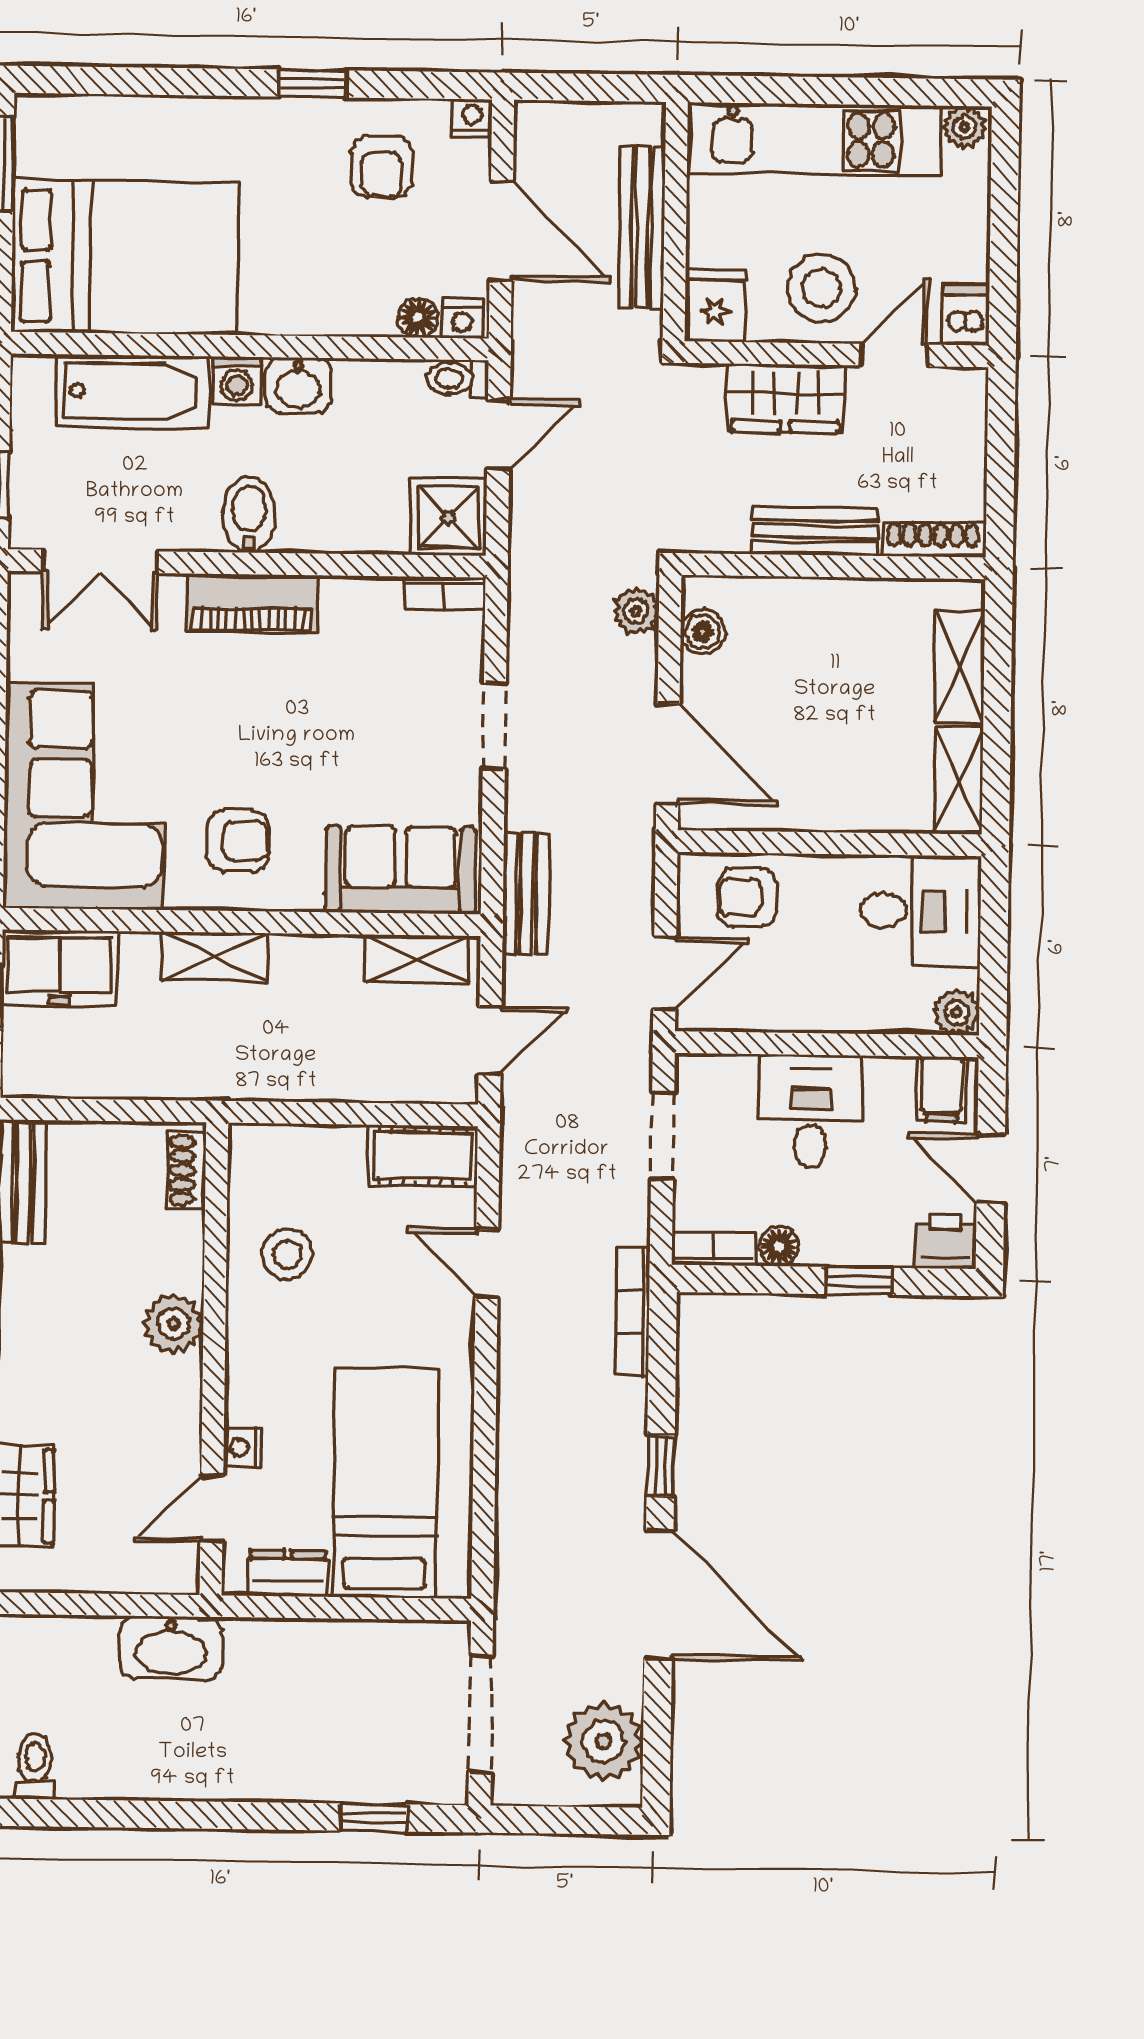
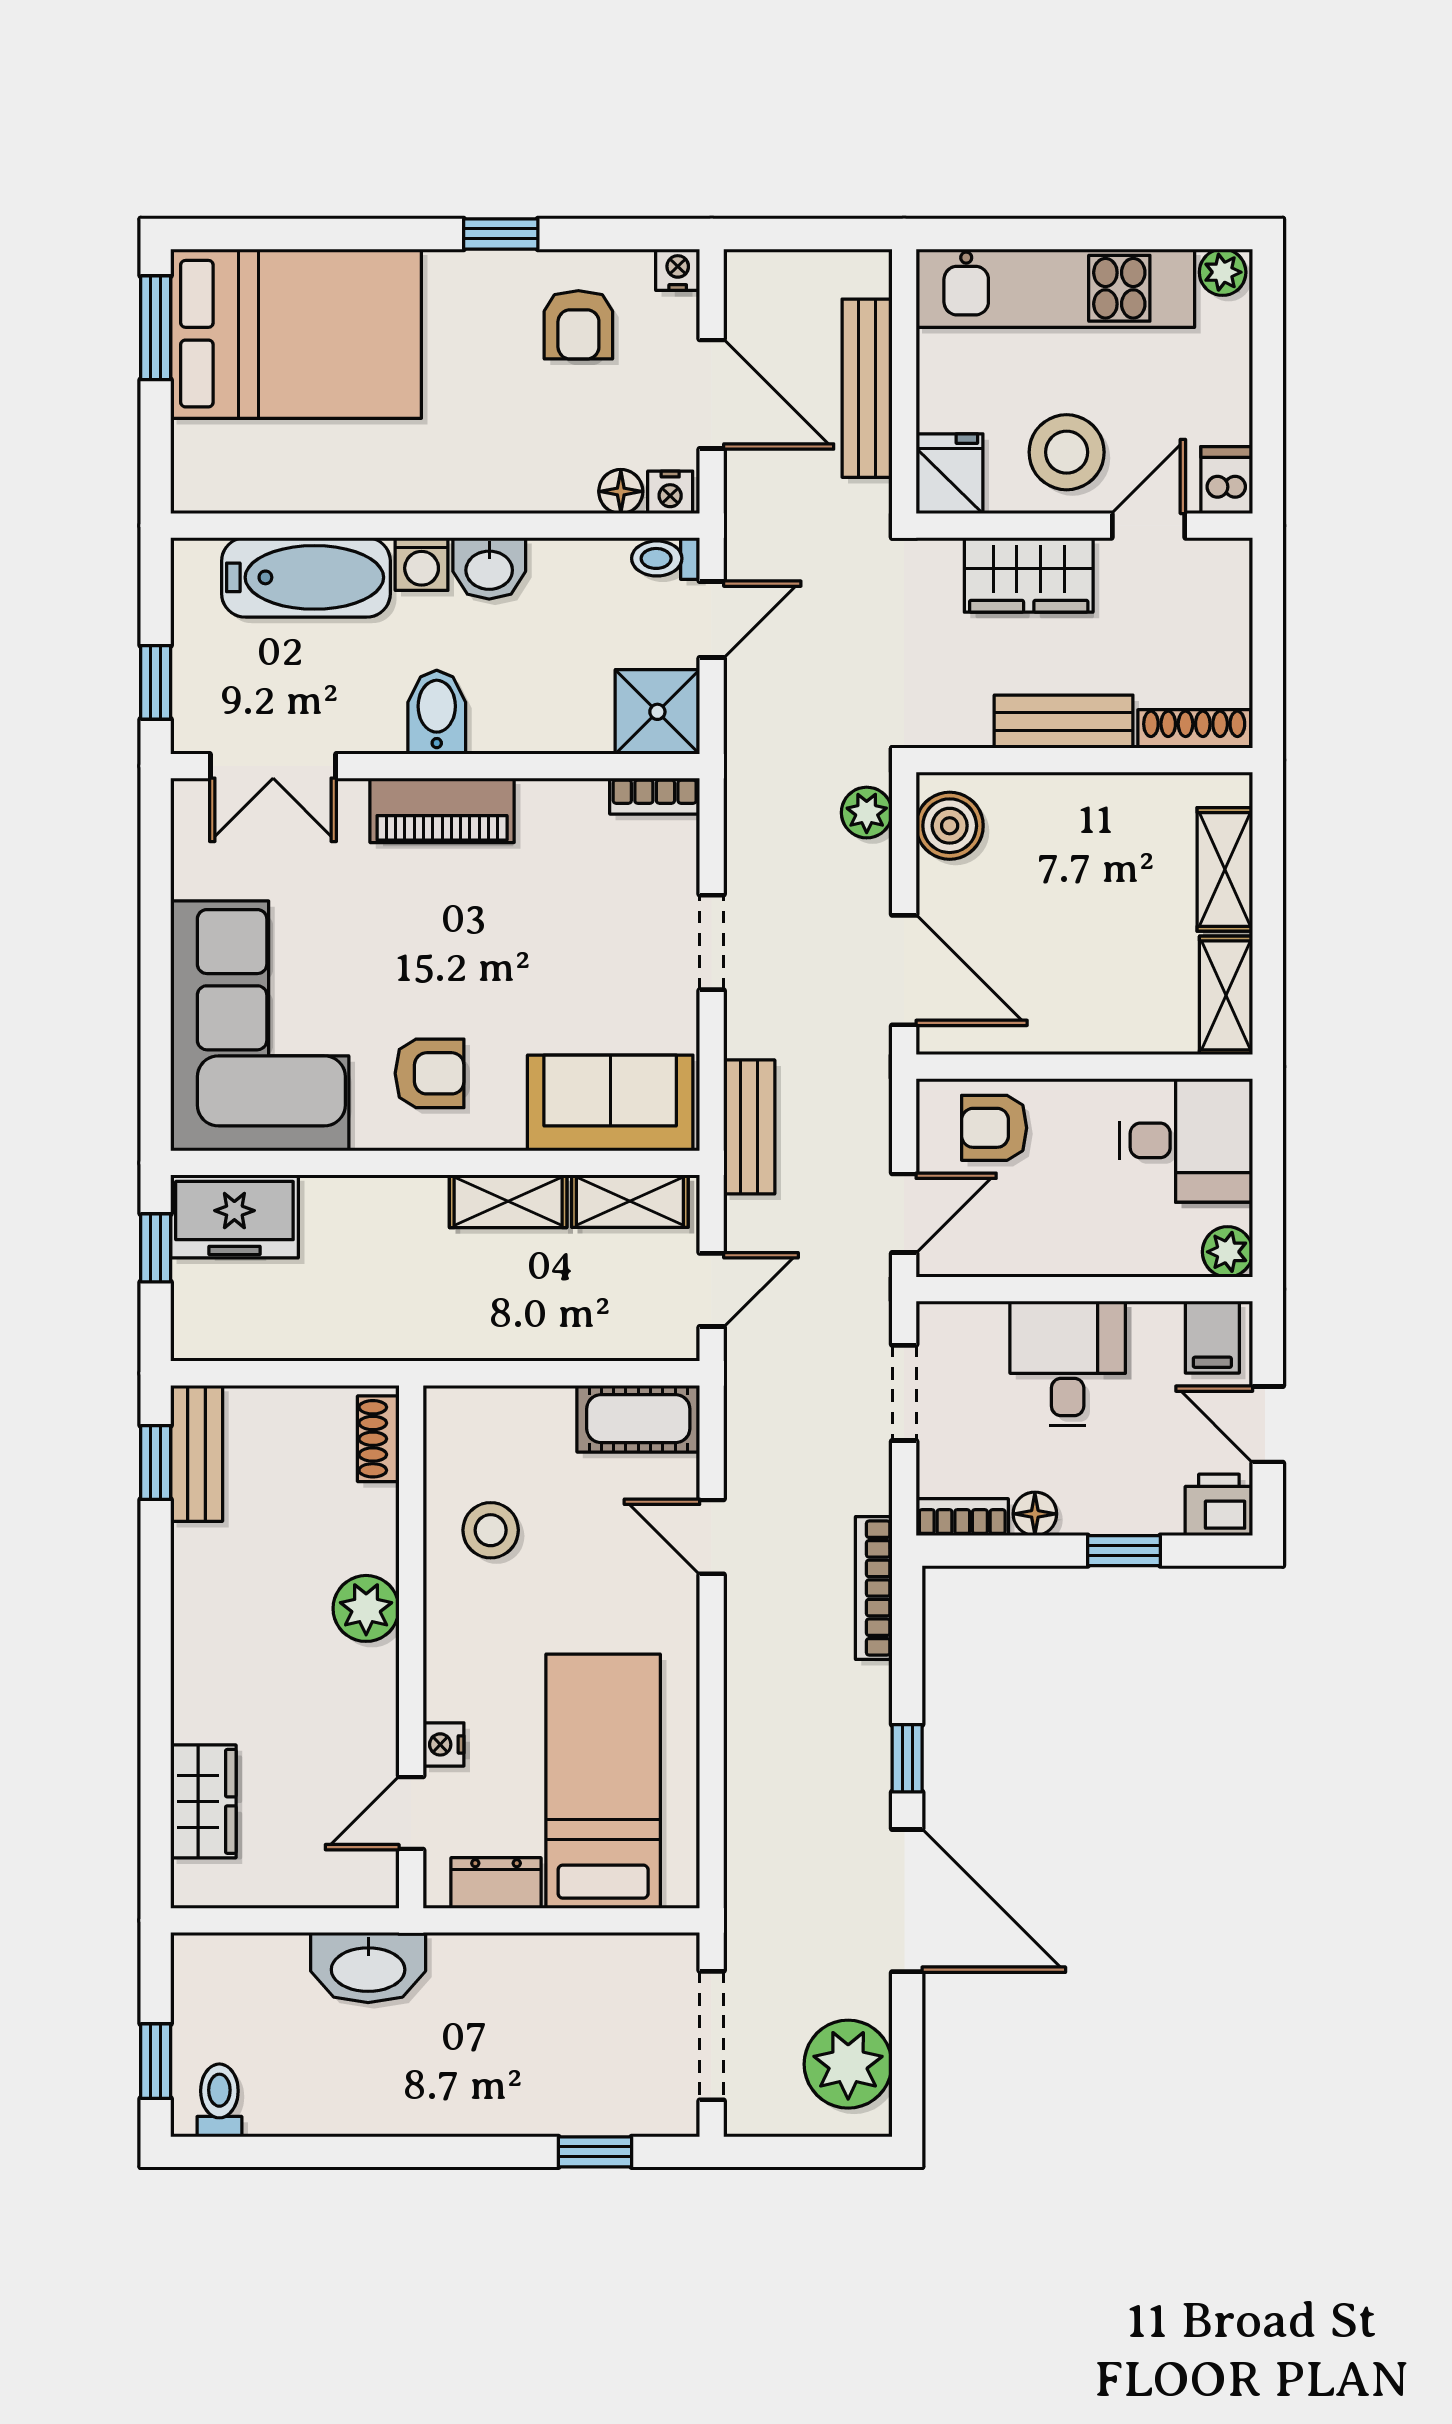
bed: (125, 257) -> (296, 334), moved
boiler: (703, 632) -> (950, 826), width x1.36, depth x1.36
shelving: (214, 956) -> (508, 1201), moved

